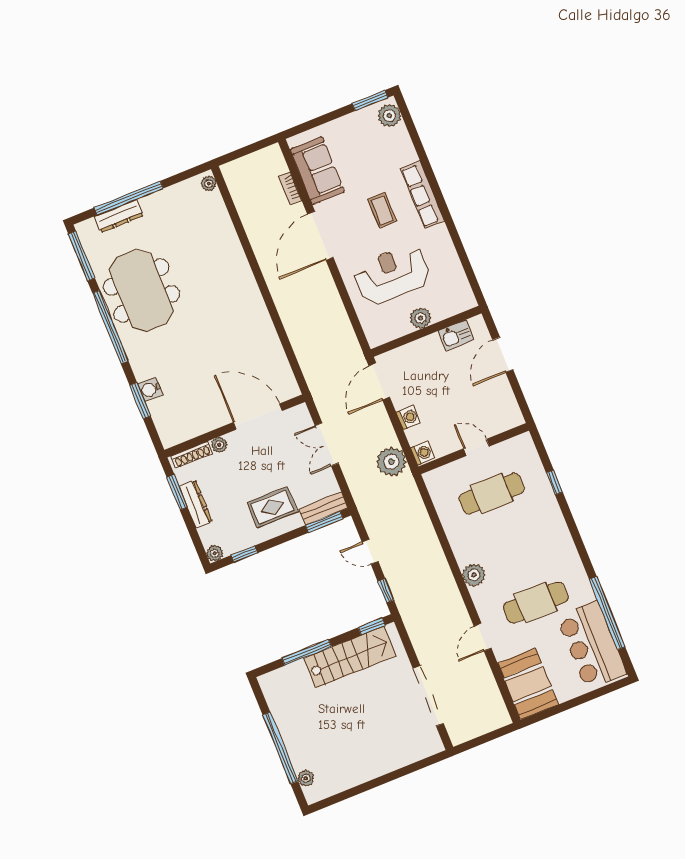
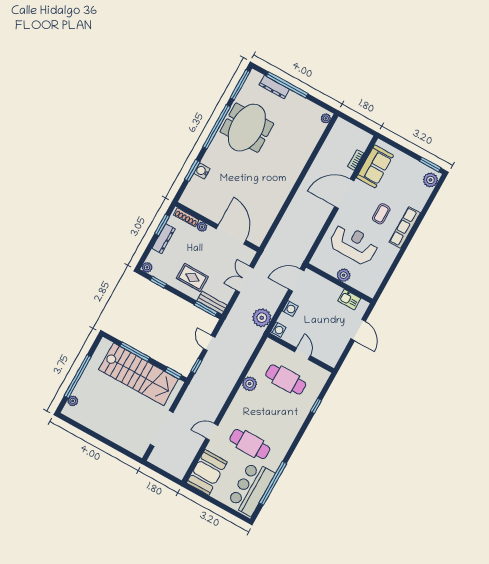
door: (503, 355) -> (358, 330), swing flipped
plant: (474, 575) -> (250, 384), moved
stairs: (350, 657) -> (139, 374), width x1.36, depth x1.51

